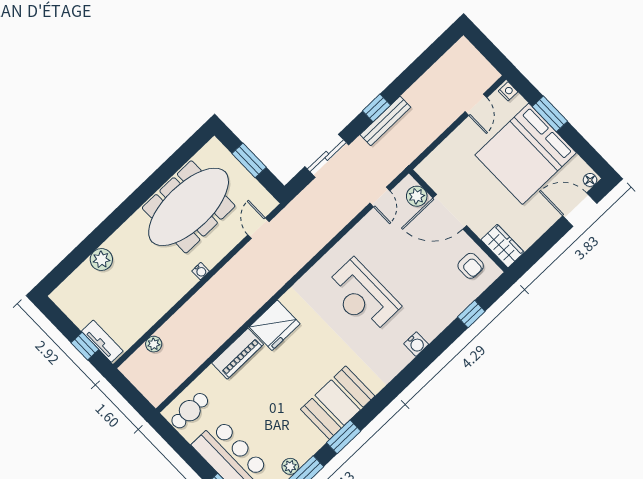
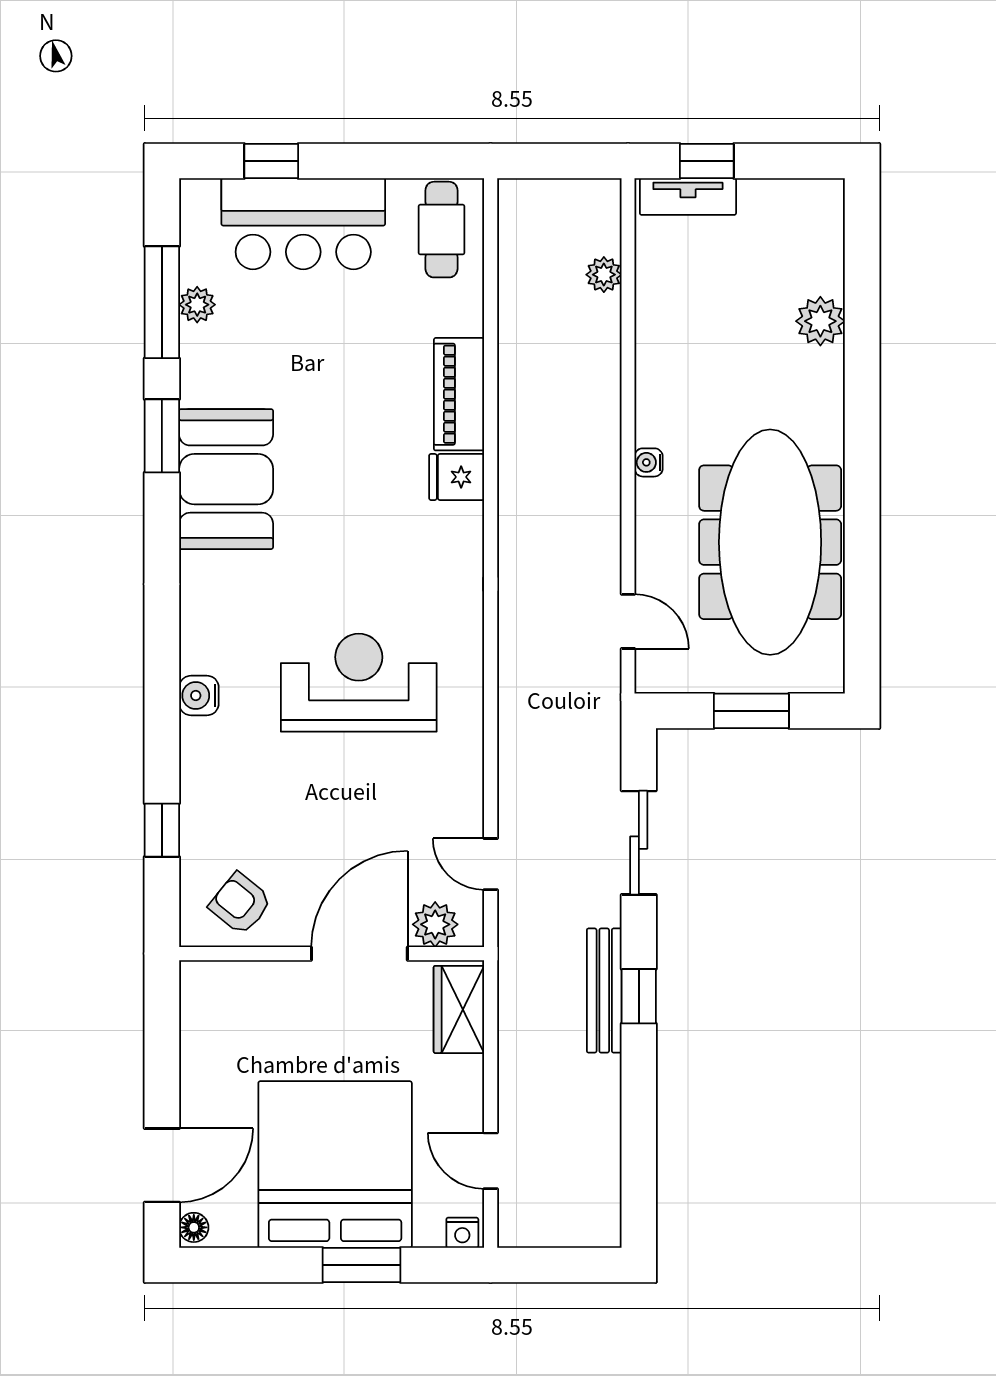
wardrobe: (503, 246) -> (459, 1009), moved, turned 90
armchair: (471, 266) -> (240, 904), turned 39
fridge: (275, 325) -> (457, 477), width x0.53, depth x0.75

